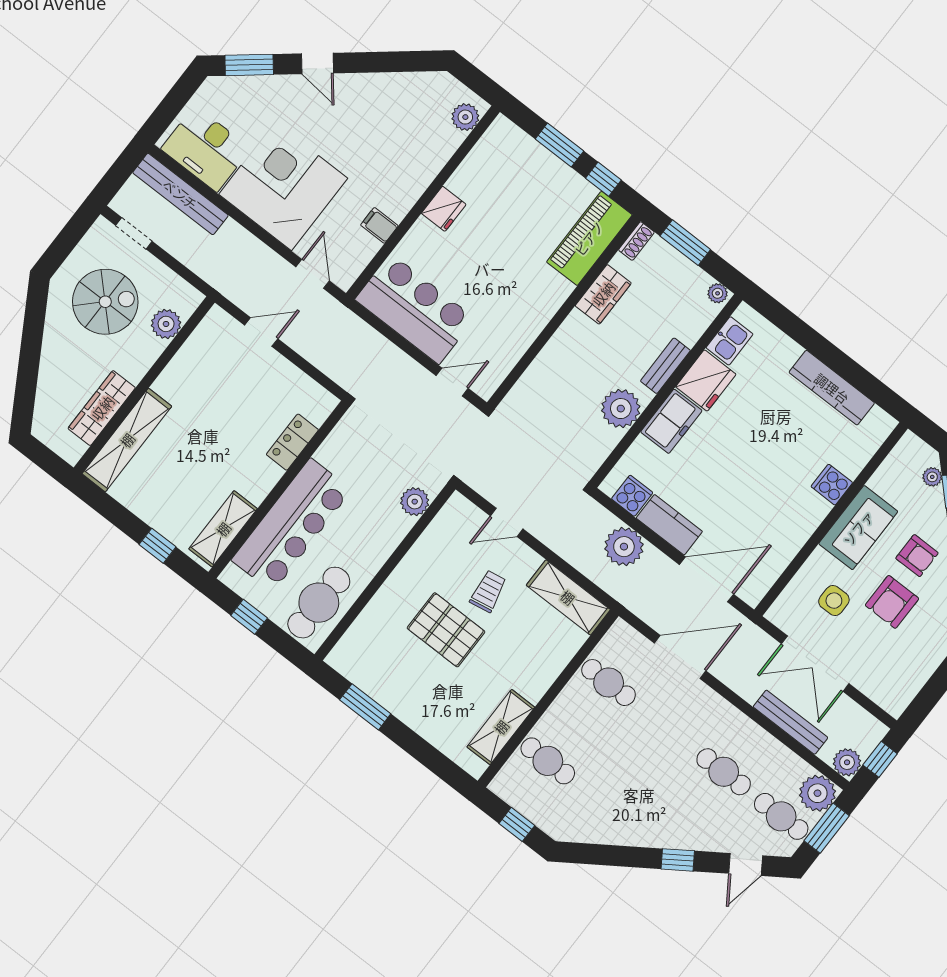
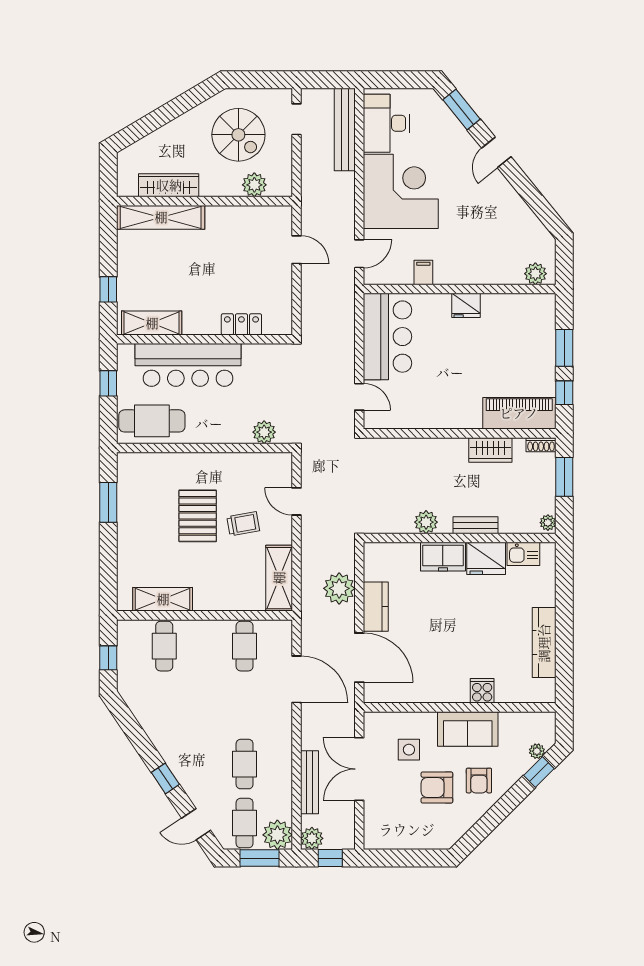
plant: (621, 409) -> (426, 522), width x0.73, depth x0.73
cooker: (632, 496) -> (376, 568), removed

